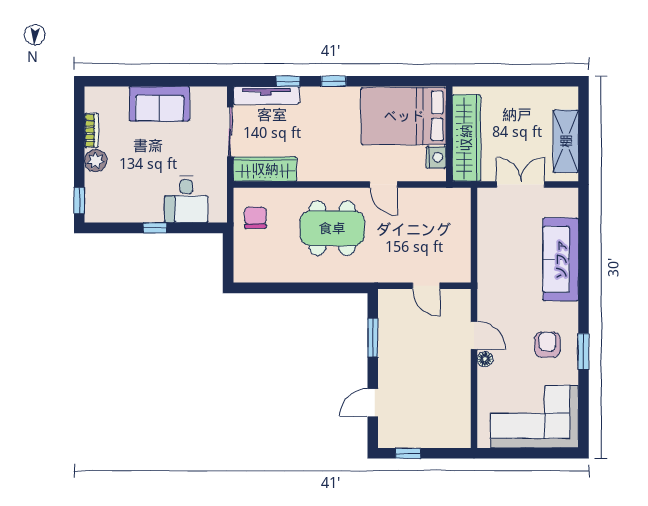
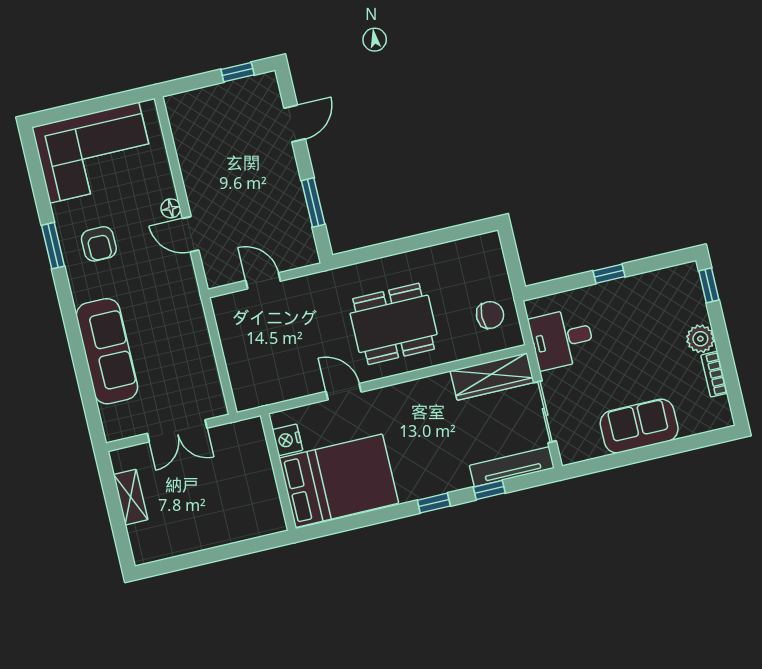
wardrobe: (466, 138) -> (256, 472), removed
shelving: (566, 141) -> (131, 497), width x0.67, depth x0.75
desk: (186, 199) -> (562, 339), moved, turned -90
chair: (255, 218) -> (490, 315), turned -90

